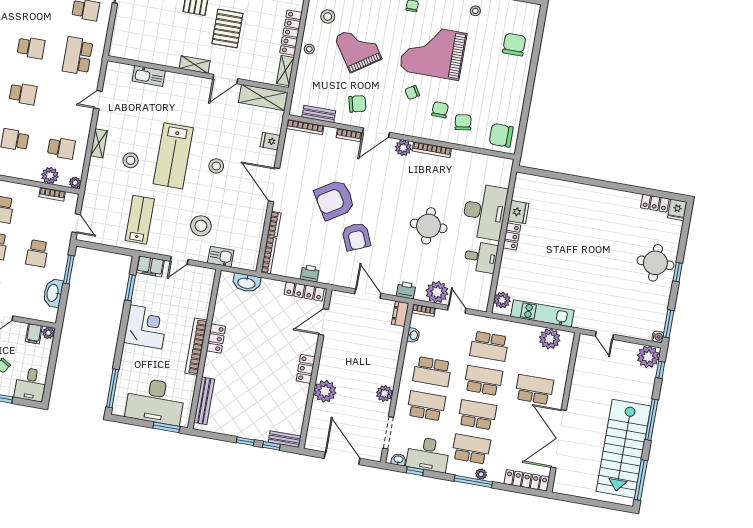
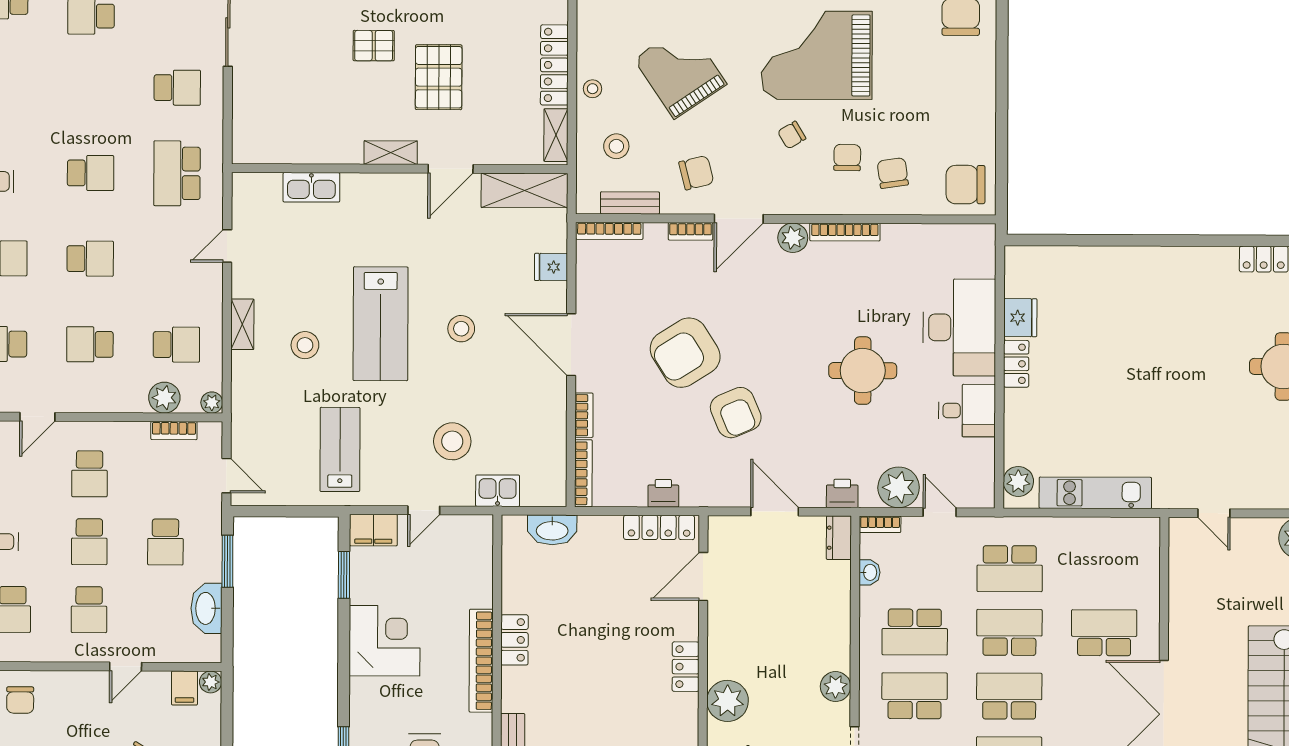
stool: (328, 16) -> (616, 146), moved
plant: (550, 339) -> (1116, 536), removed

